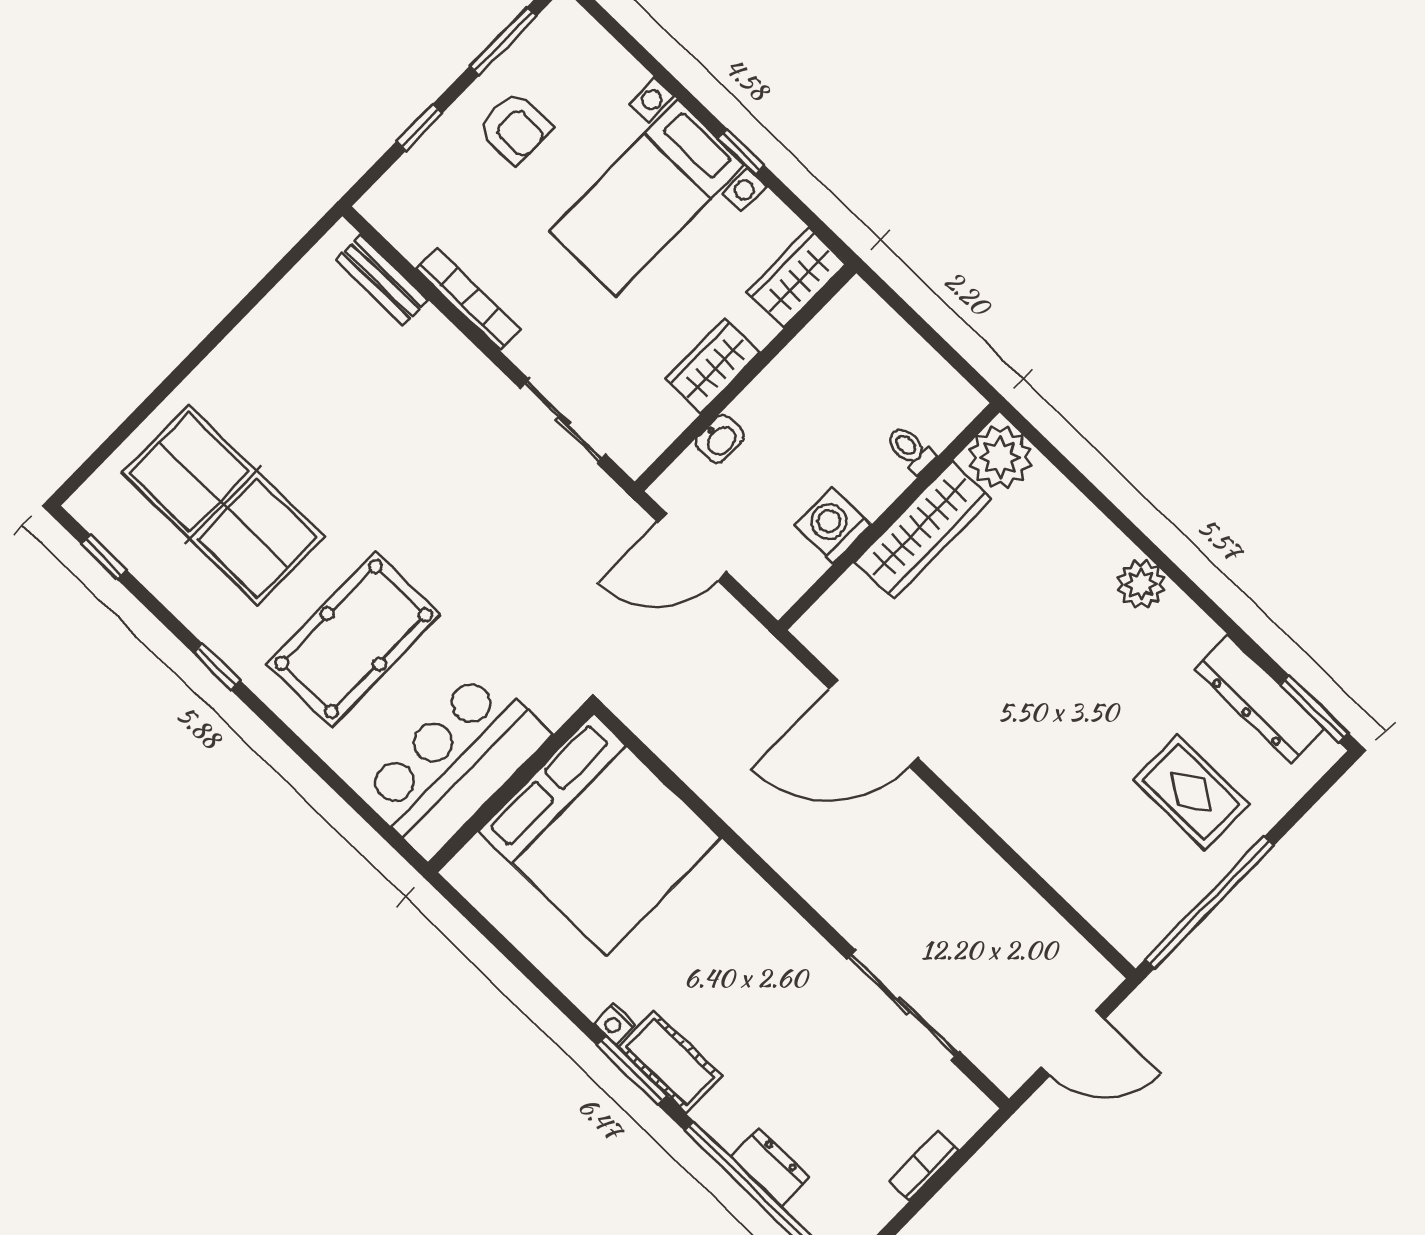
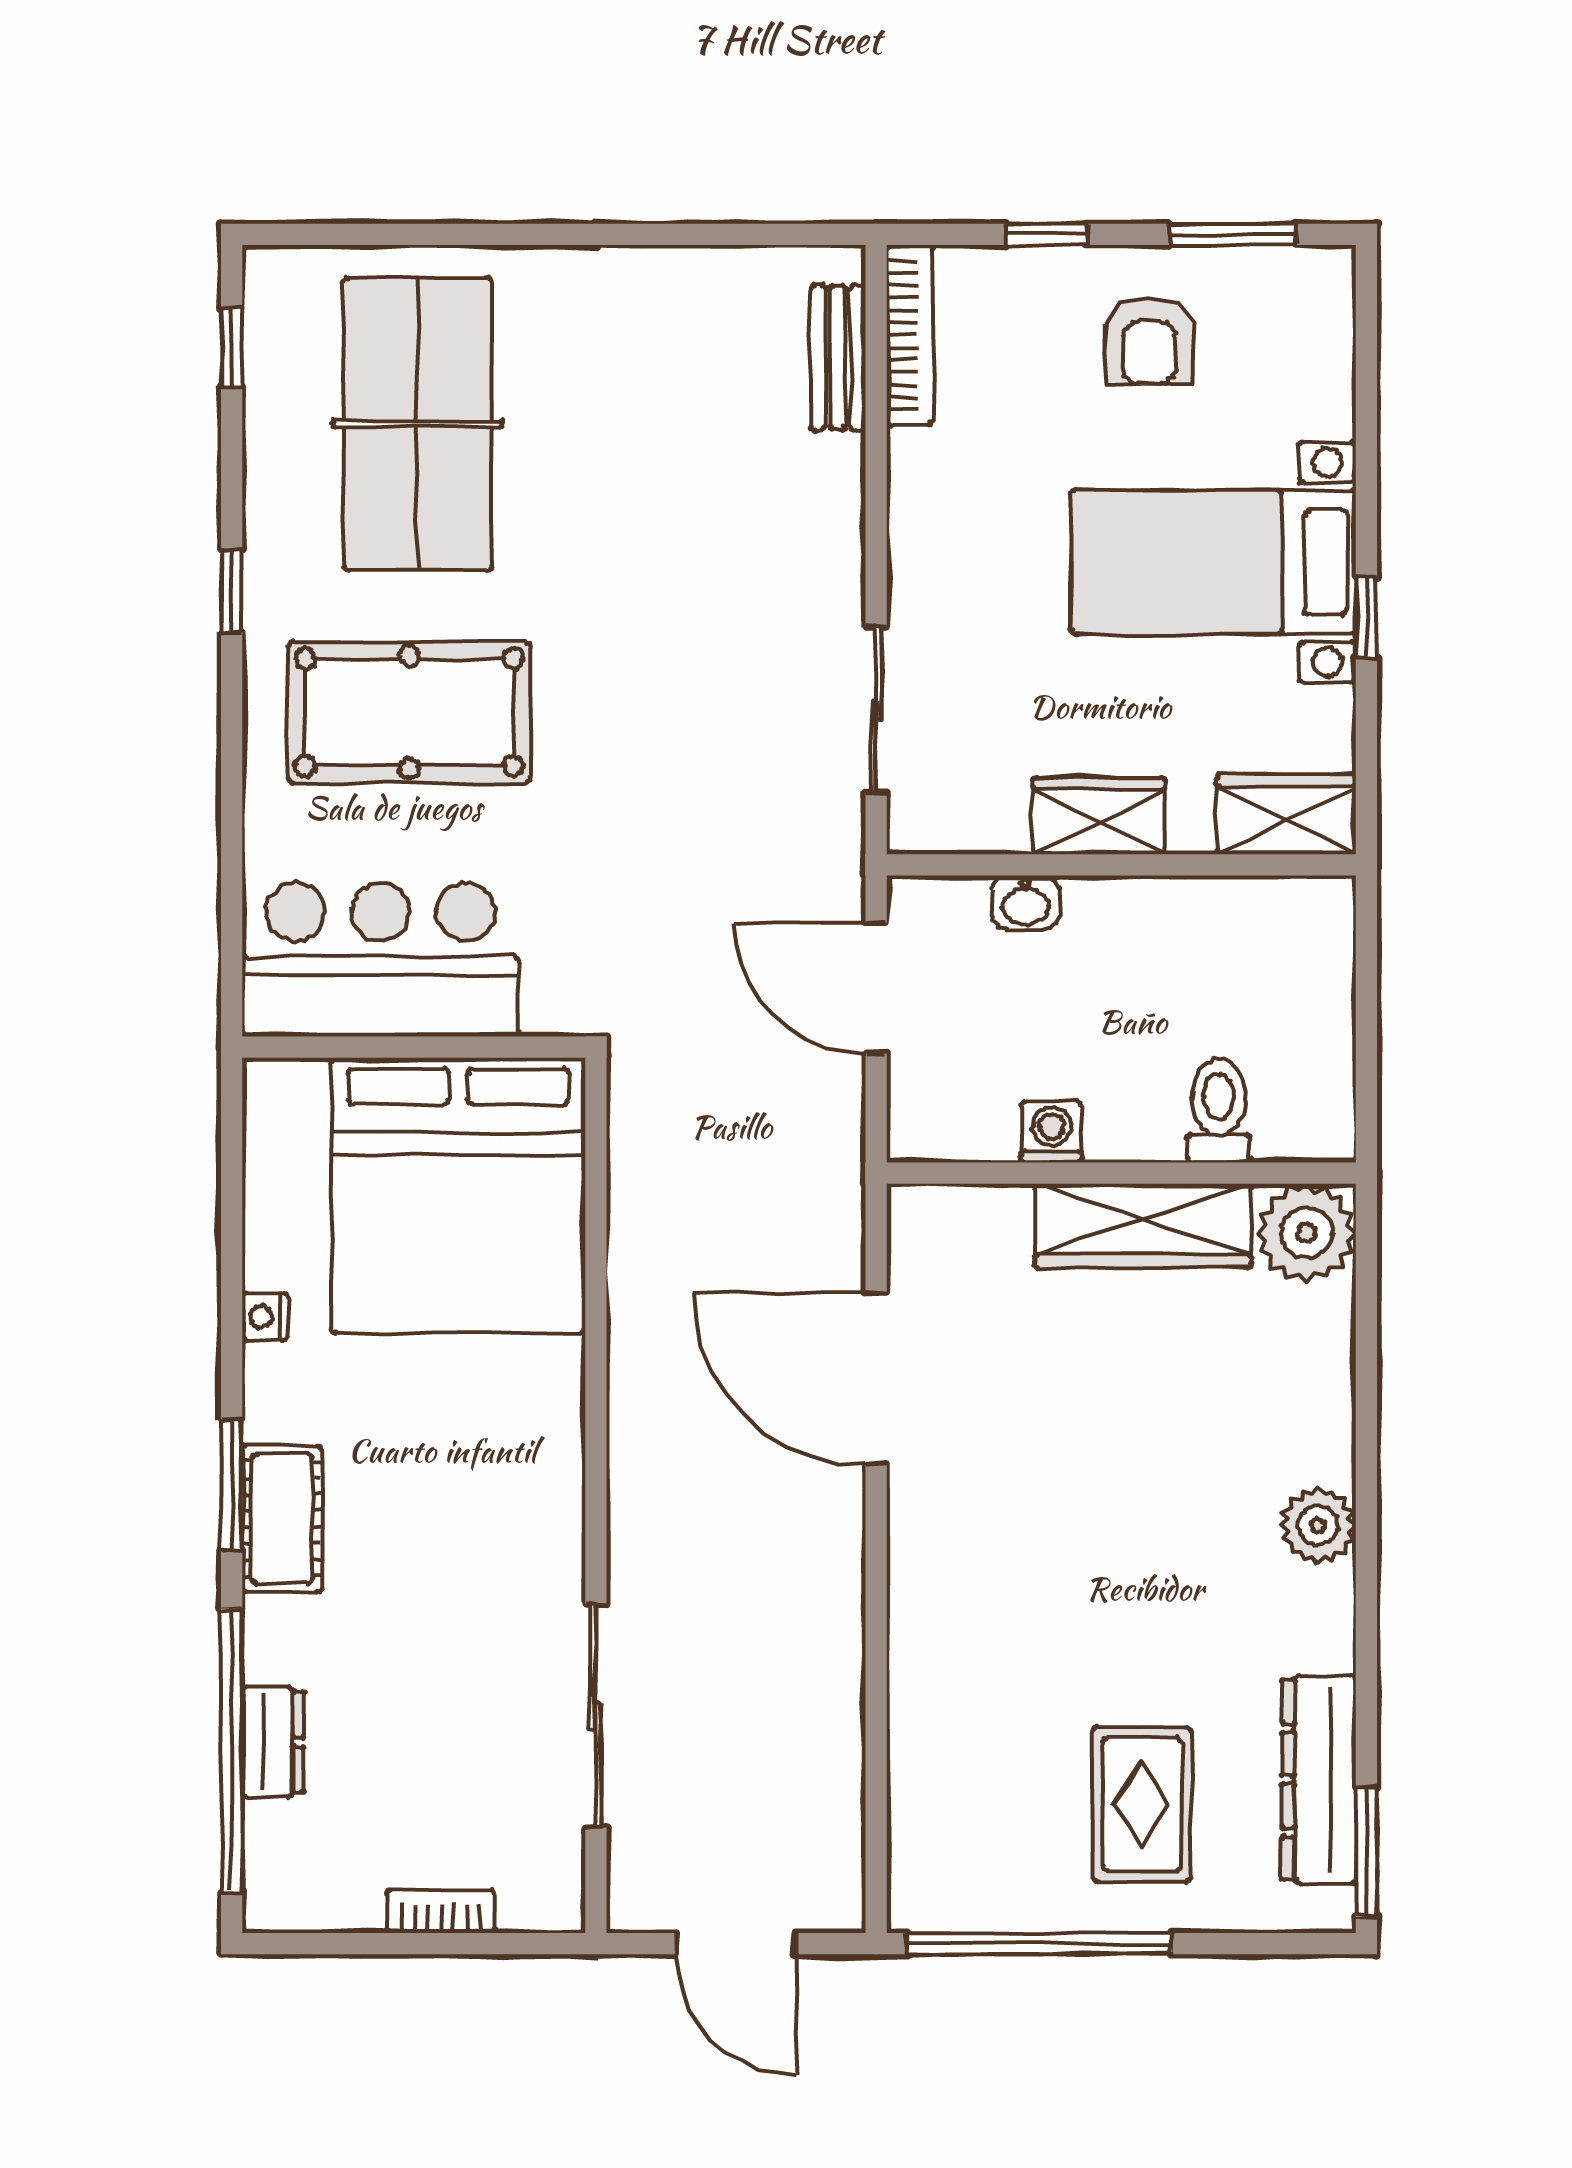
bookcase: (468, 299) -> (910, 335), moved
toilet: (910, 450) -> (1218, 1111), width x1.37, depth x1.39
washing machine: (833, 525) -> (1052, 1132), width x0.73, depth x0.73
nightstand: (615, 1024) -> (265, 1317), moved

